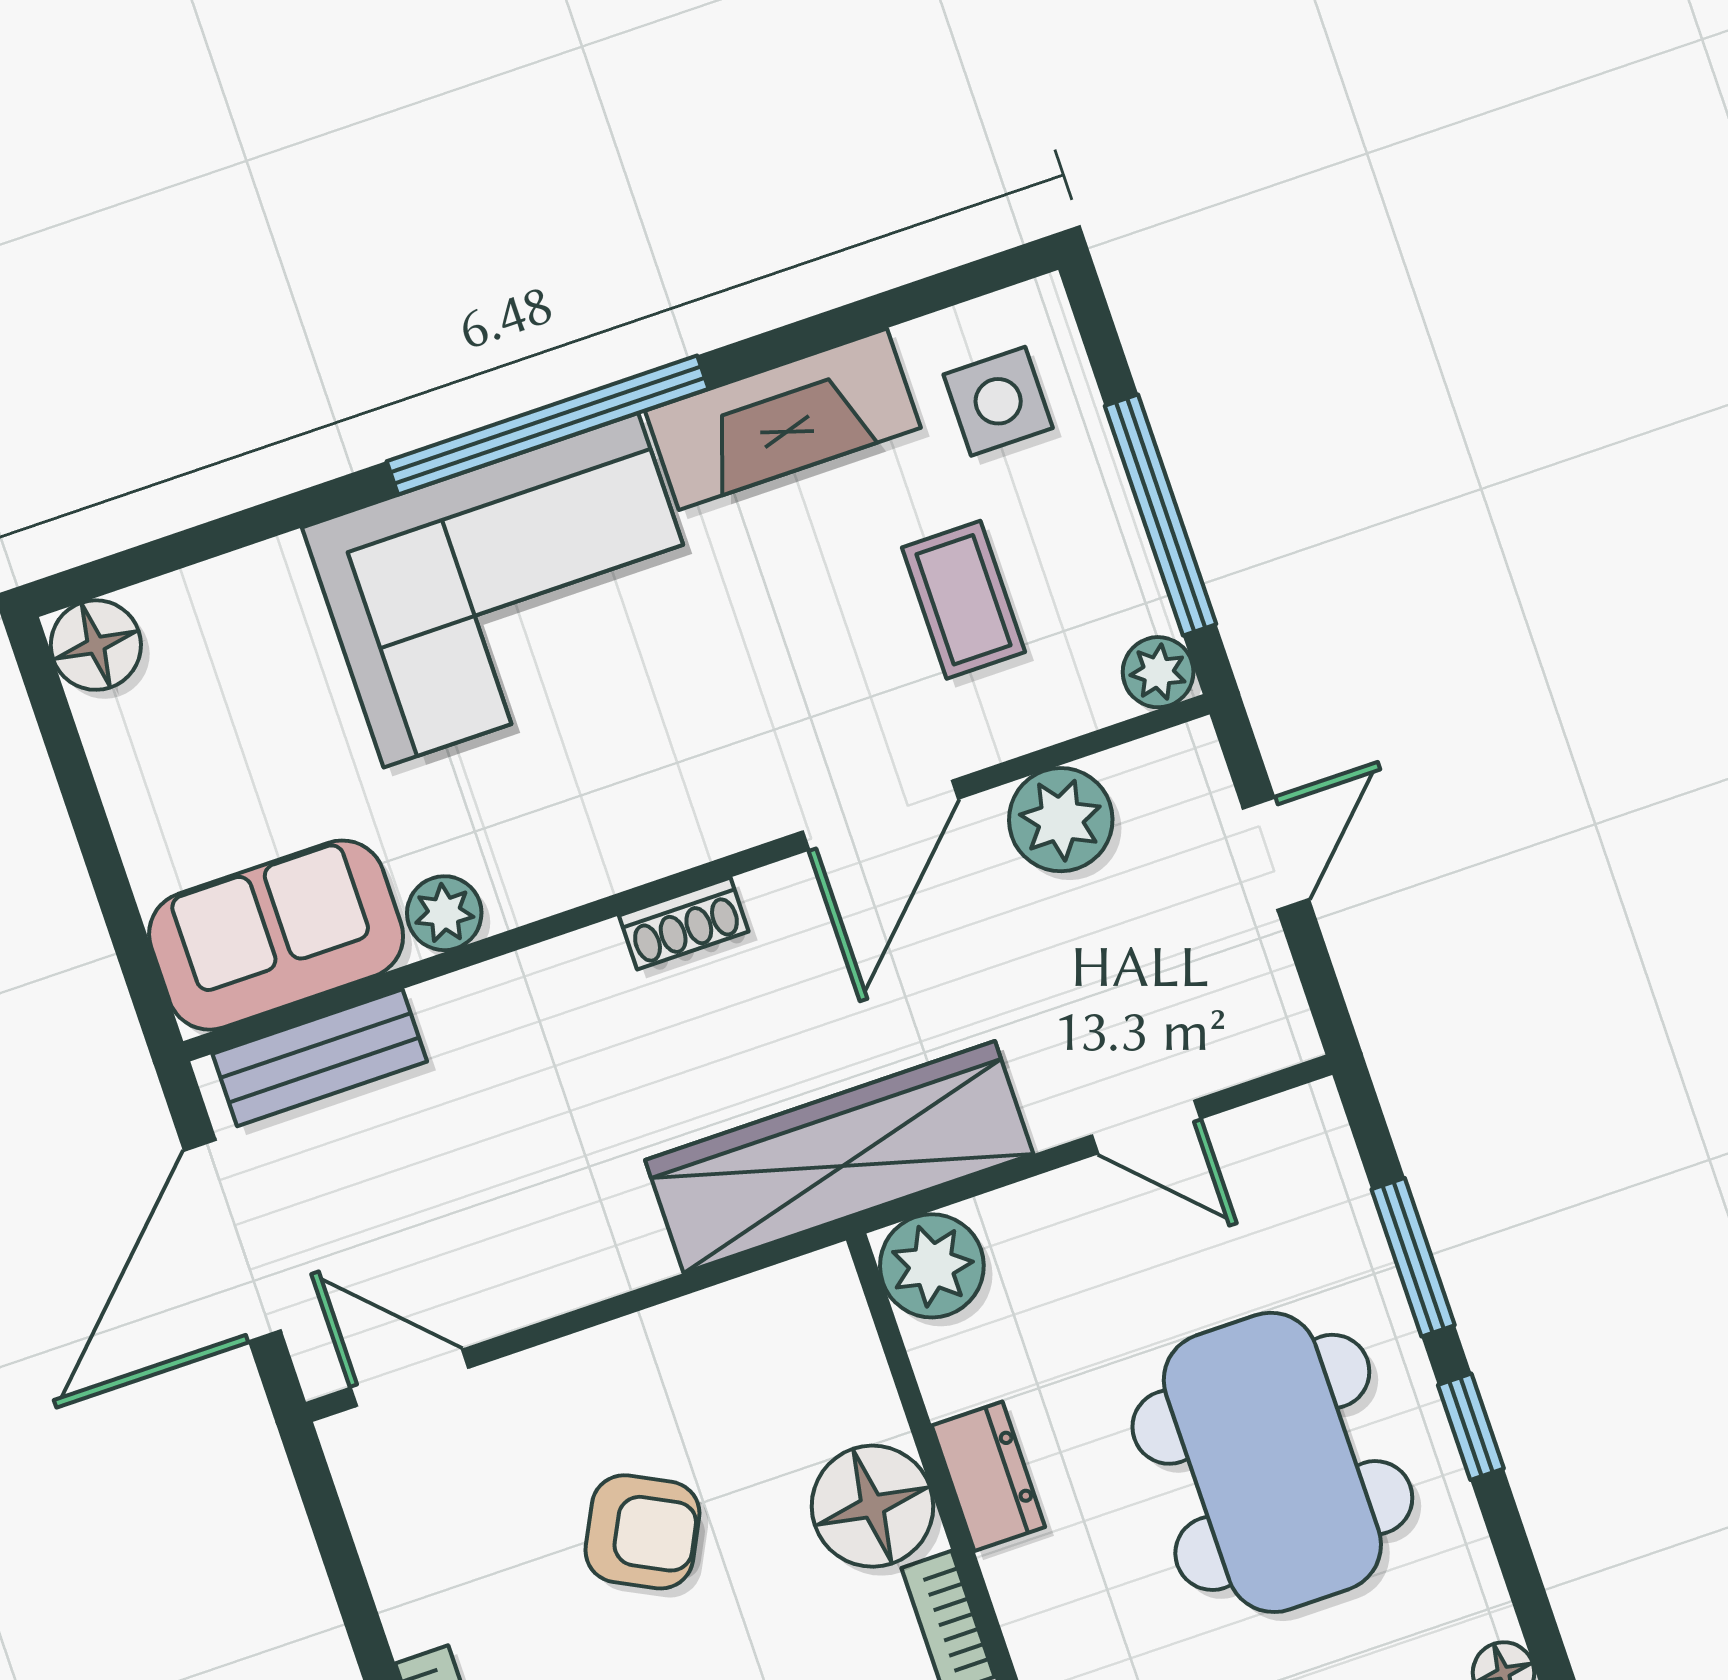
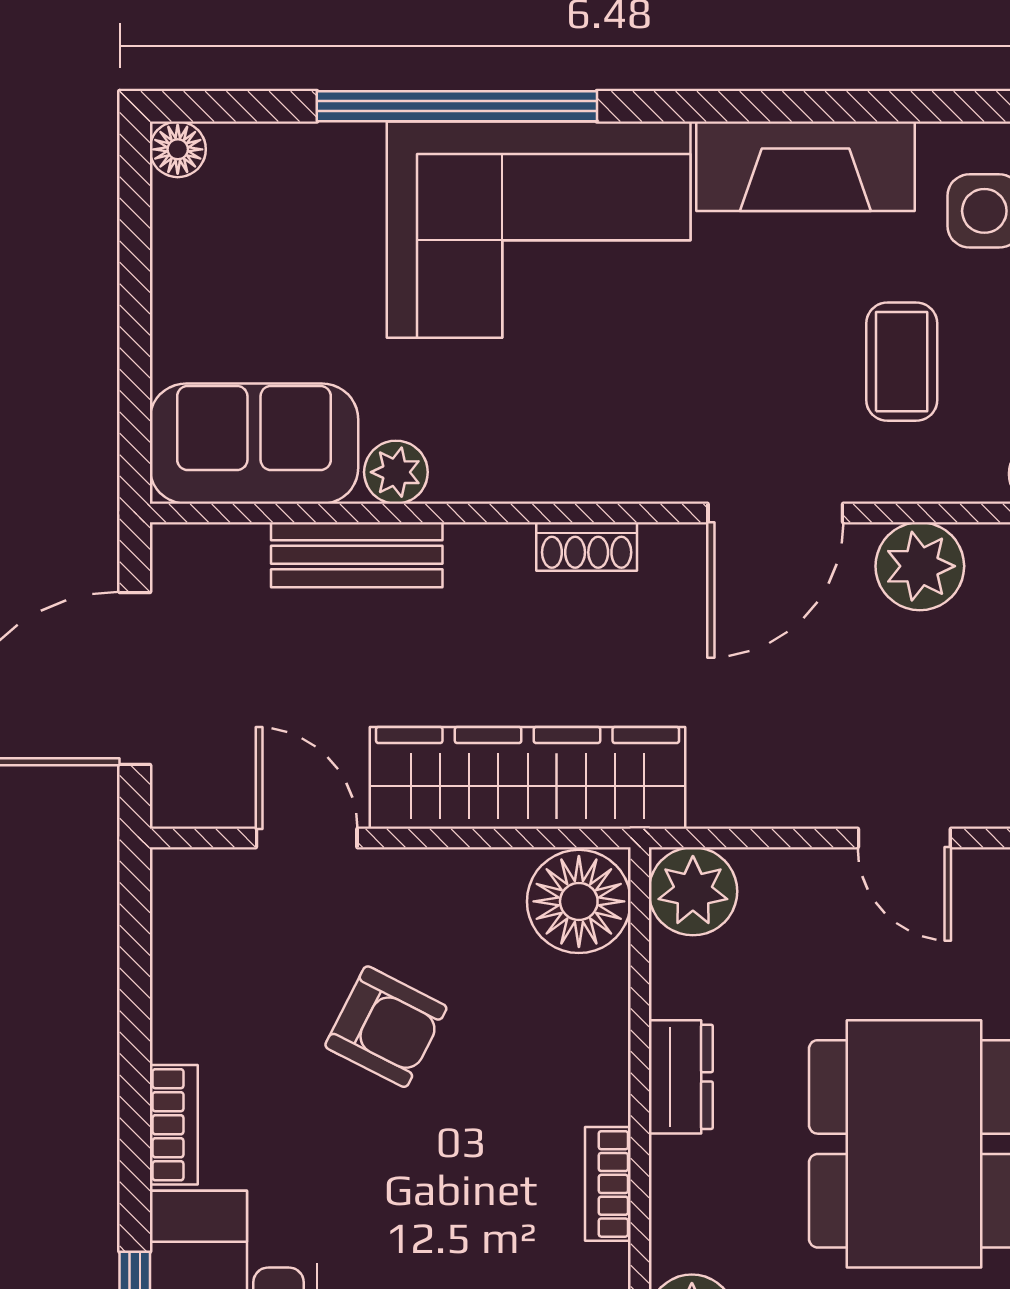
window: (548, 425) -> (457, 106), moved
floor lamp: (96, 645) -> (178, 149), width x0.73, depth x0.73
bench: (320, 1058) -> (357, 555), moved
wardrobe: (839, 1157) -> (528, 778), moved
door: (410, 1378) -> (307, 838), moved
floor lamp: (872, 1506) -> (579, 901), moved

